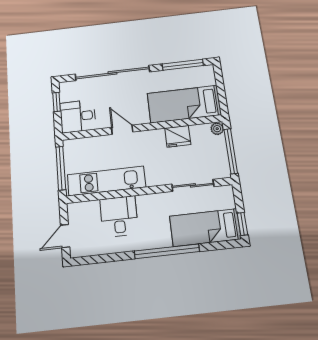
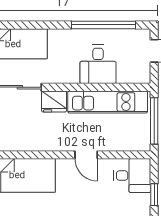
fridge: (178, 136) -> (54, 101), moved, turned 180
window: (167, 251) -> (104, 25), moved

